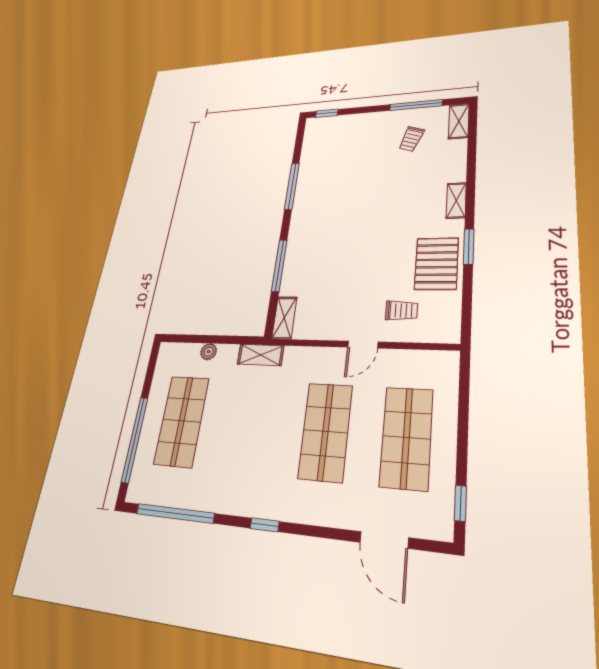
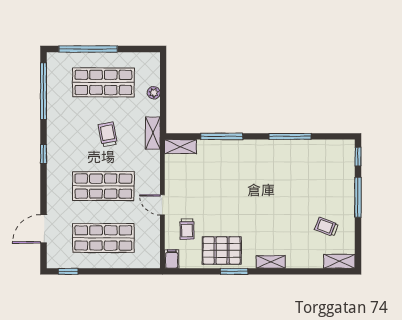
window: (416, 105) -> (358, 197), moved
filing cabinet: (446, 333) -> (172, 259), added
trolley: (252, 419) -> (108, 134), added

